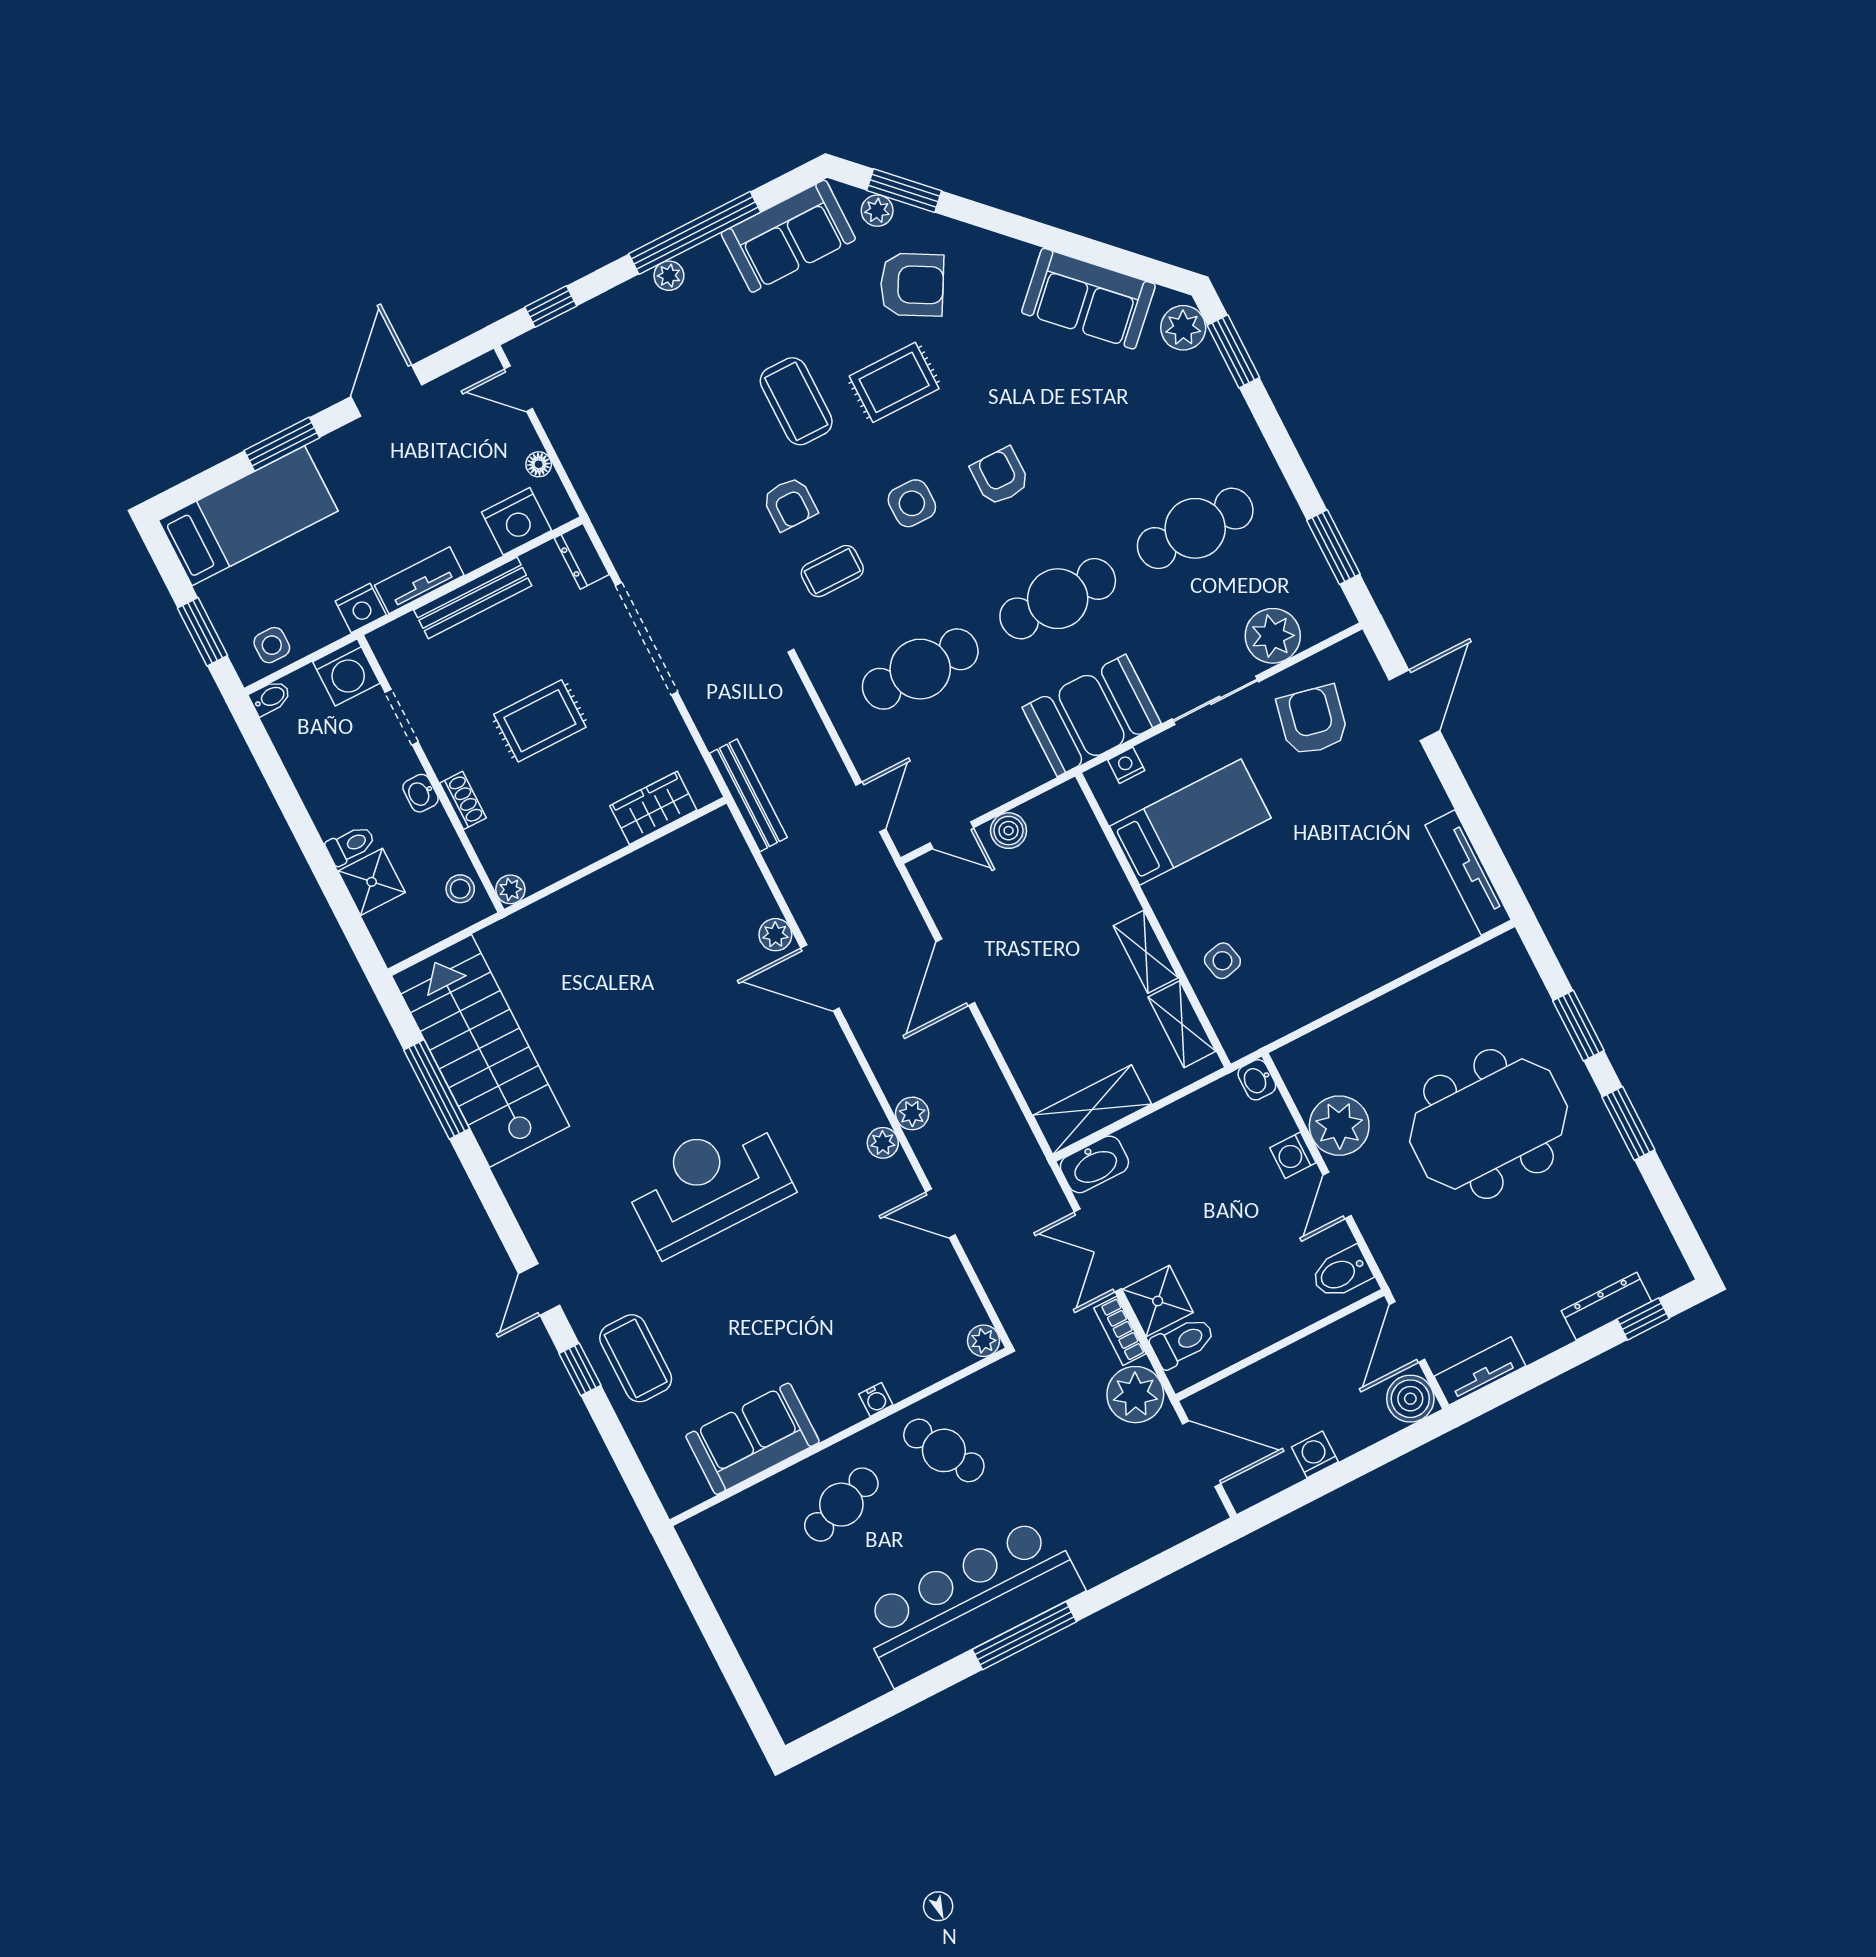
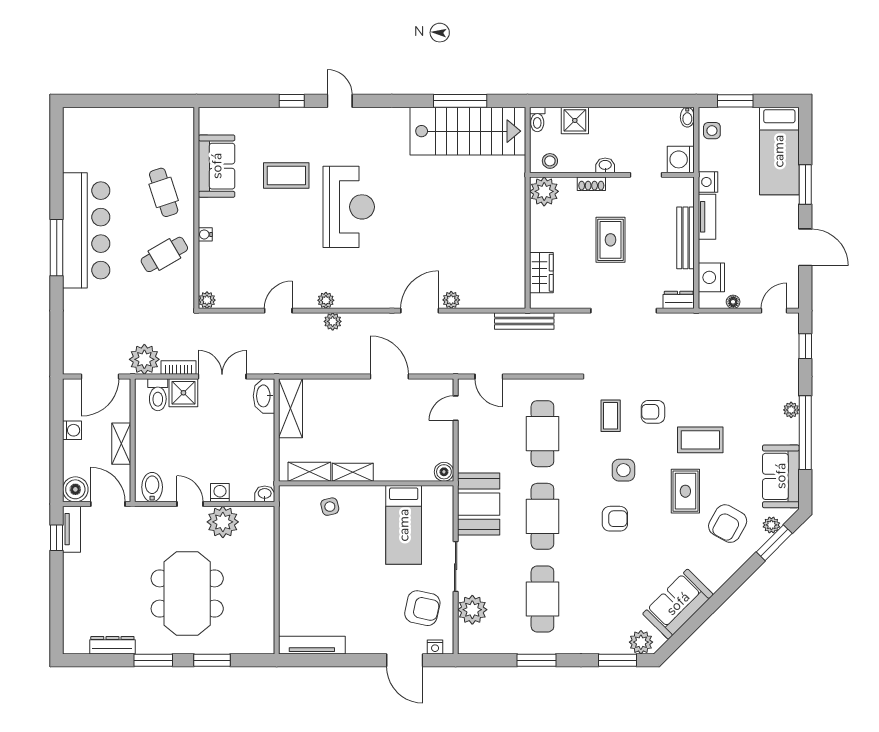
window: (1333, 547) -> (537, 660), moved
nightstand: (1126, 765) -> (435, 647), moved, turned 90
boiler: (1009, 831) -> (444, 472), moved
toilet: (351, 845) -> (537, 119), moved
plant: (510, 889) -> (544, 191), width x1.88, depth x1.88
dresser: (1606, 1306) -> (112, 645), moved, turned -90
window: (1643, 1319) -> (57, 538), moved
coffee table: (636, 1358) -> (286, 175), moved
shelving: (1295, 1361) -> (121, 444), added

